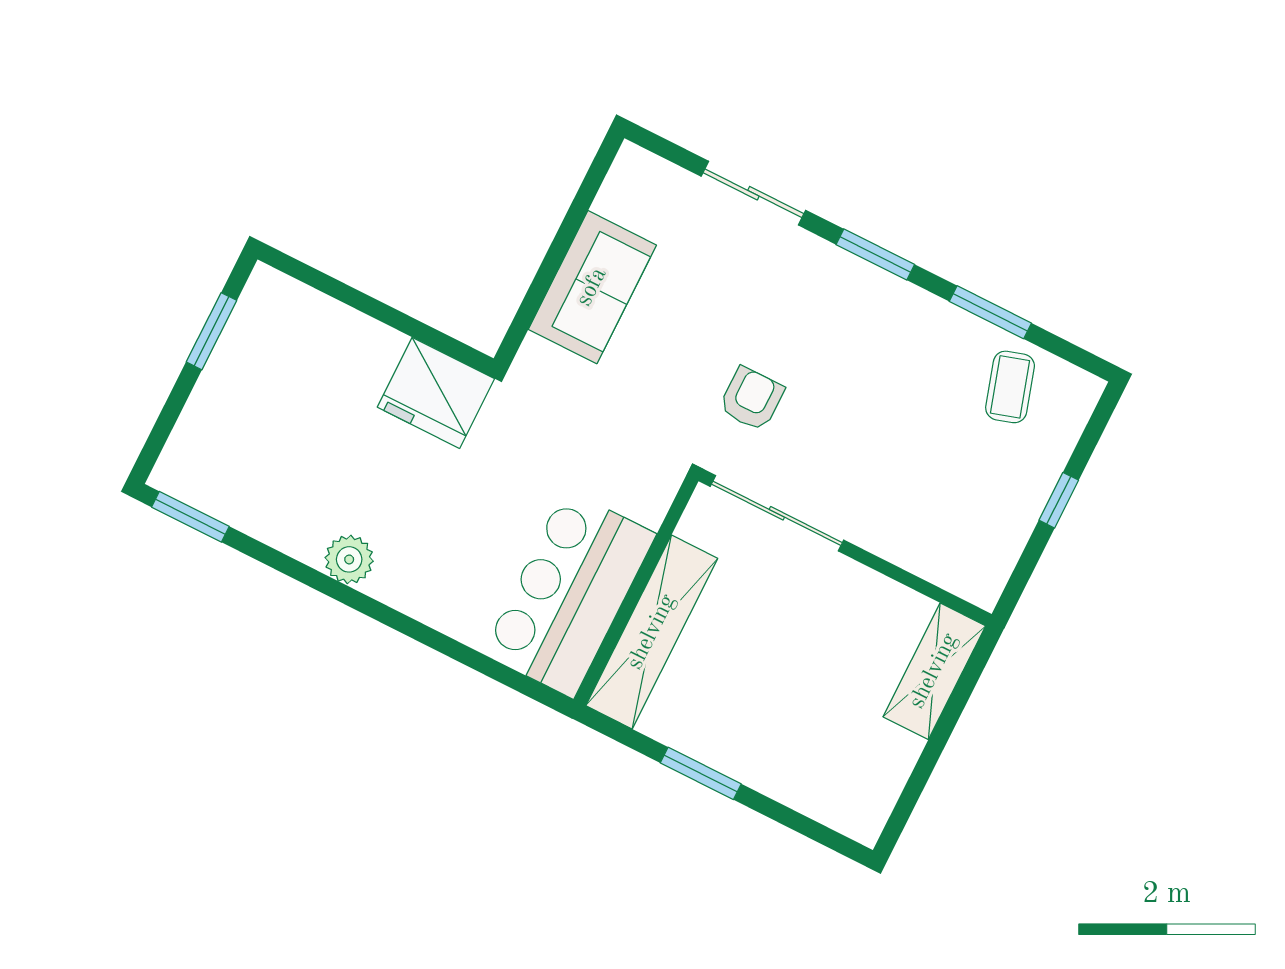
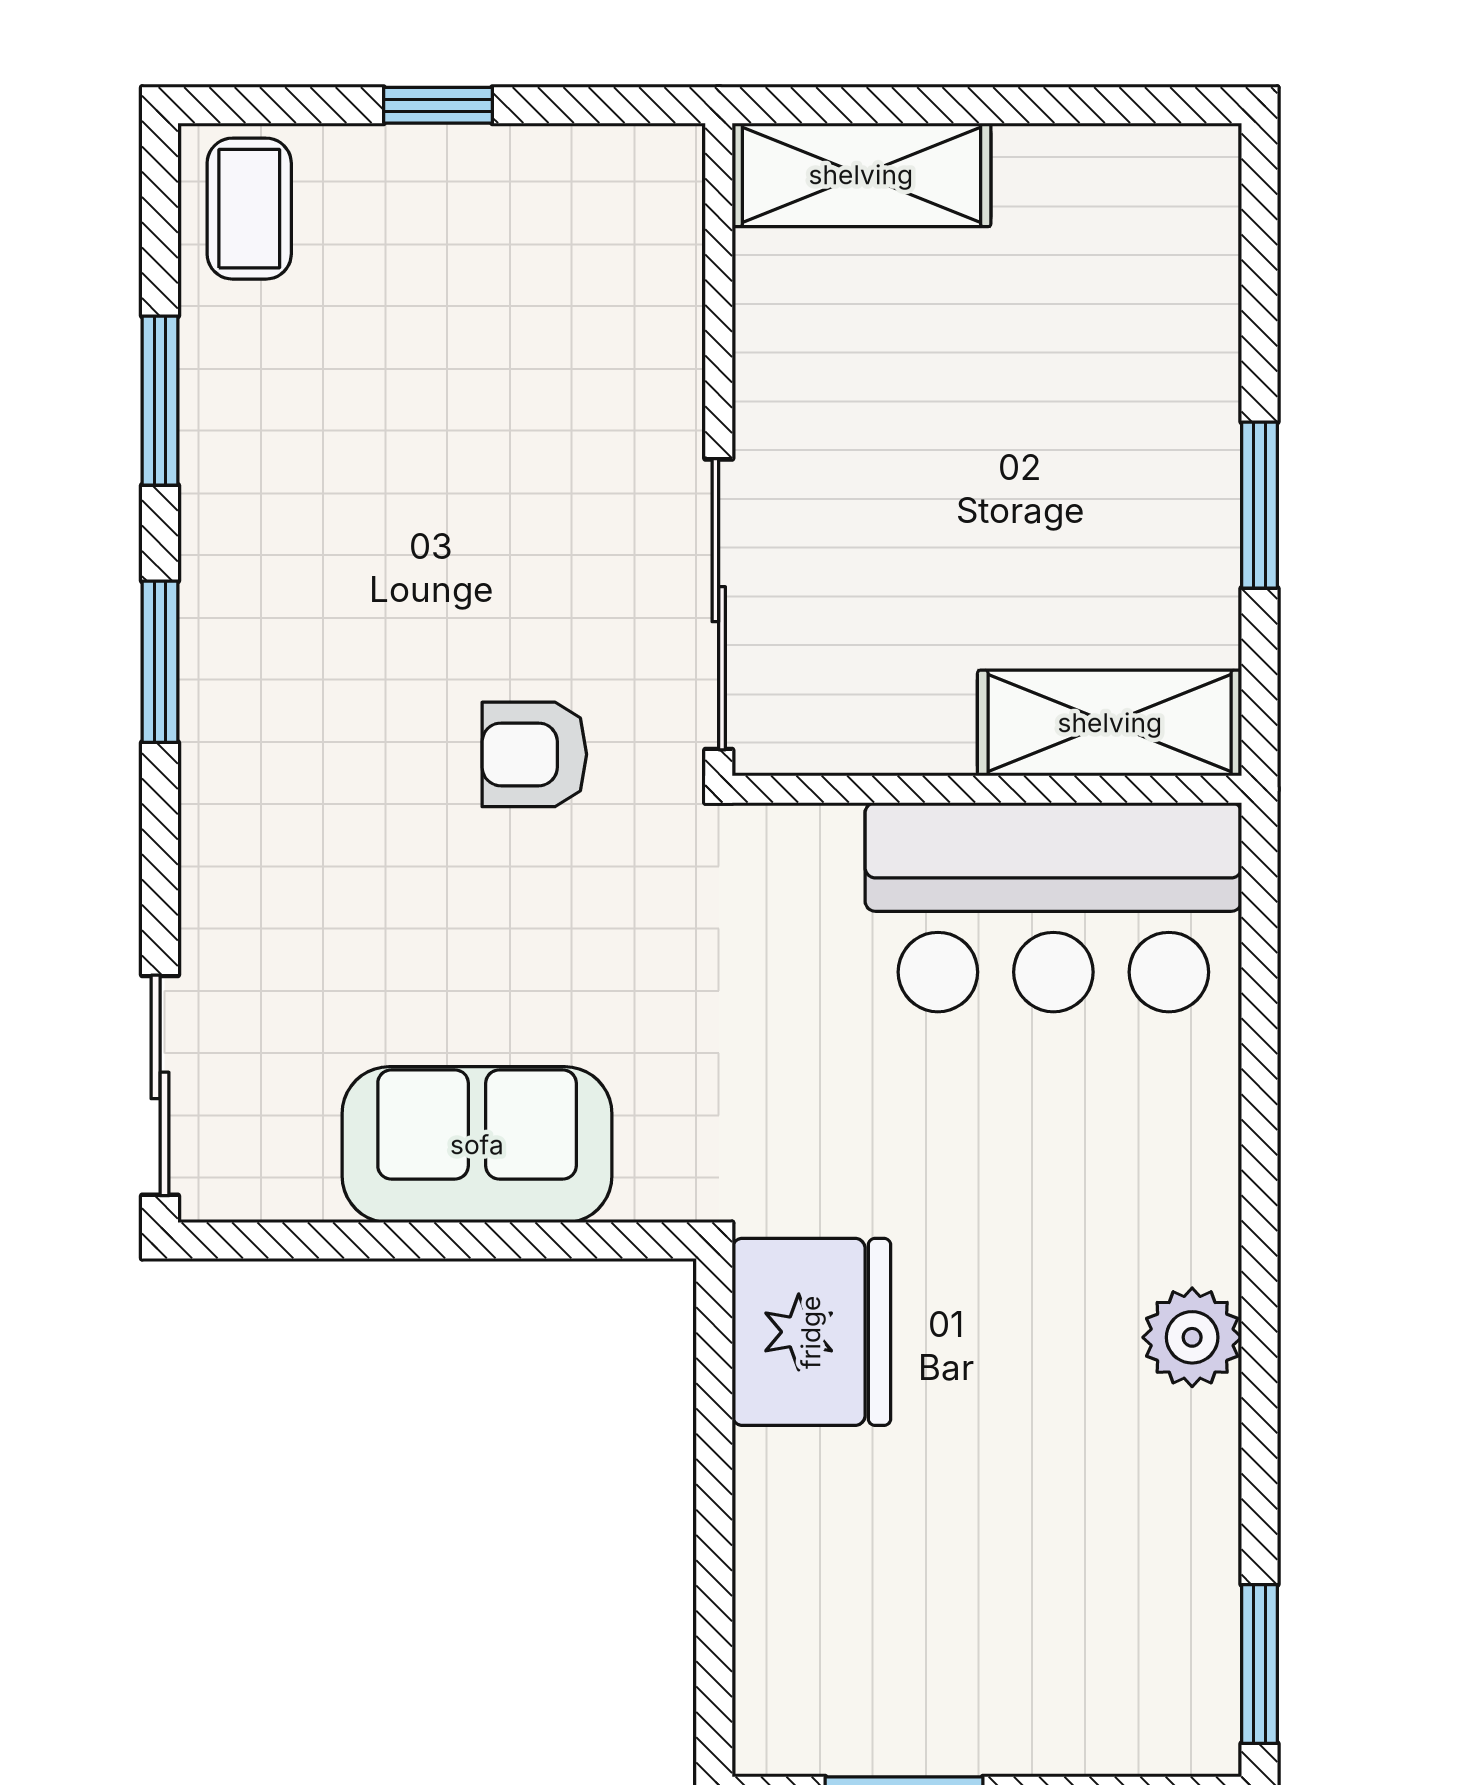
sliding door: (753, 193) -> (160, 1085), moved
coffee table: (1010, 387) -> (249, 209), moved, turned -73
shelving: (652, 632) -> (1110, 723), width x0.68

